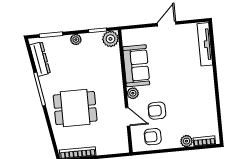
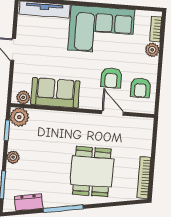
dresser: (40, 59) -> (29, 202), width x0.70
plant: (133, 93) -> (23, 97), moved
corner sofa: (196, 95) -> (101, 30), added
door: (128, 117) -> (113, 113), hinge flipped

